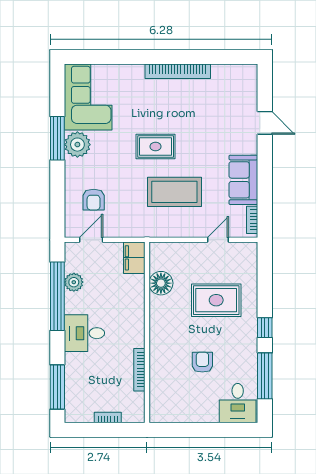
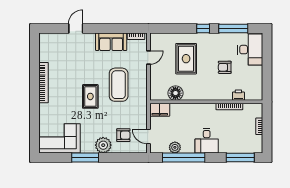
plant: (77, 145) -> (103, 145), moved
door: (218, 240) -> (149, 58), swing flipped
printer: (158, 384) -> (238, 95), added
desk: (238, 403) -> (250, 50), width x1.37

